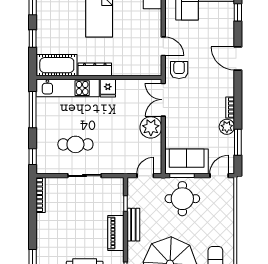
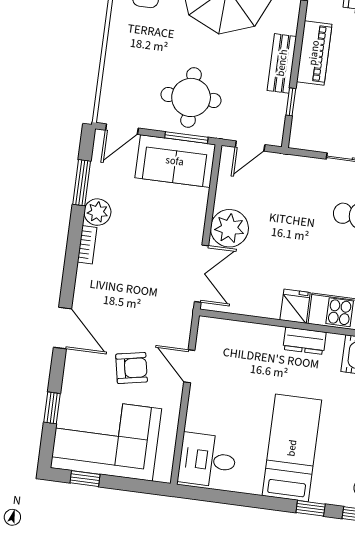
dresser: (95, 69) -> (305, 341), width x0.70
armchair: (179, 70) -> (132, 368), moved, turned -101

